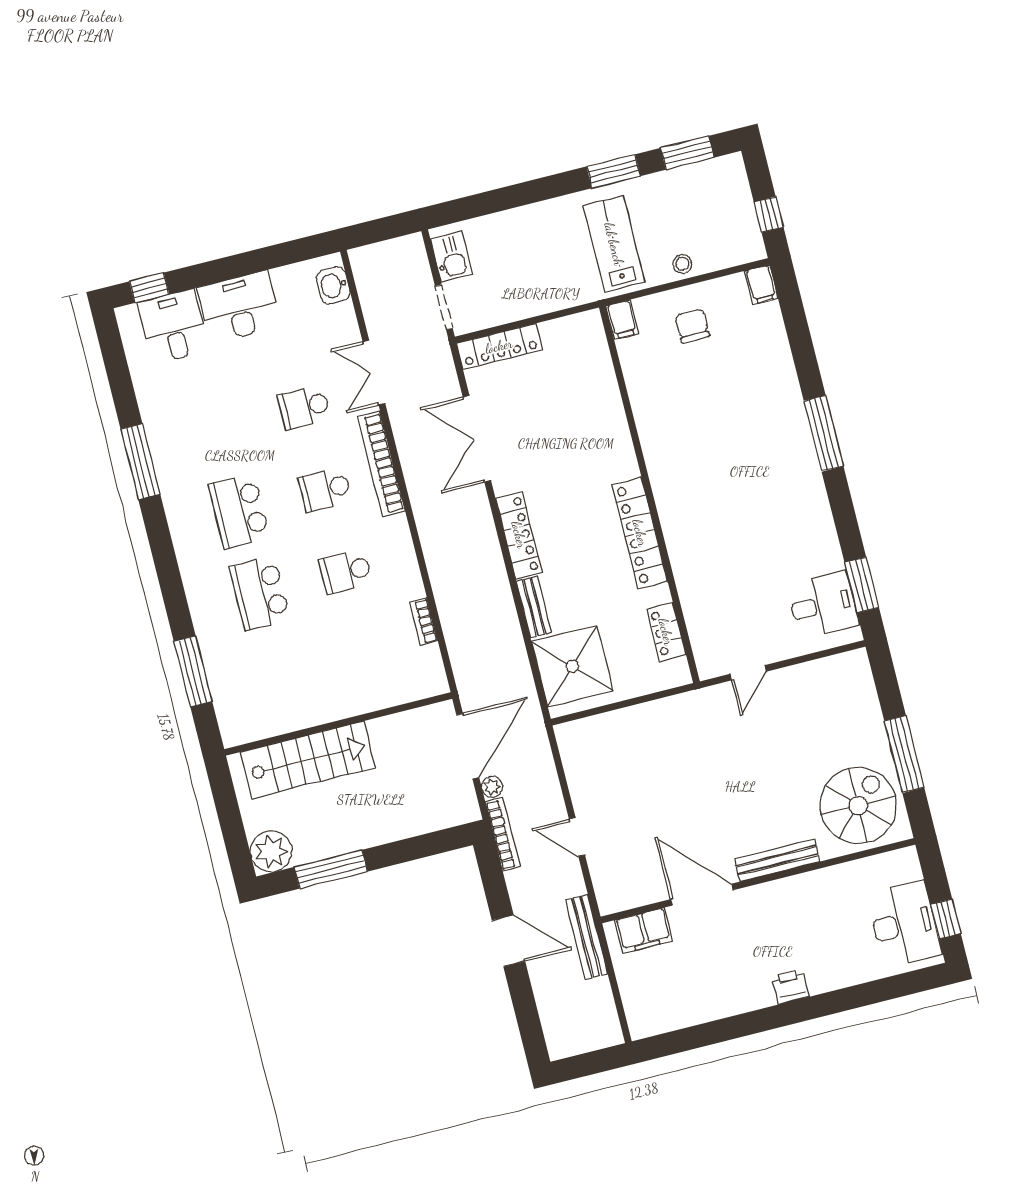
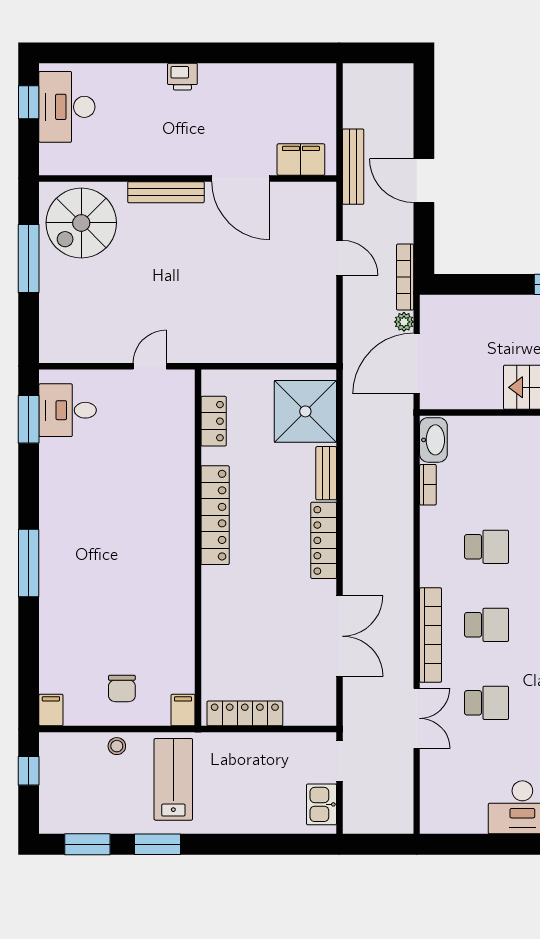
lab bench: (614, 244) -> (173, 779), turned 180
washbasin: (333, 285) -> (433, 440), moved, width x1.38
locker: (499, 346) -> (245, 713), moved

